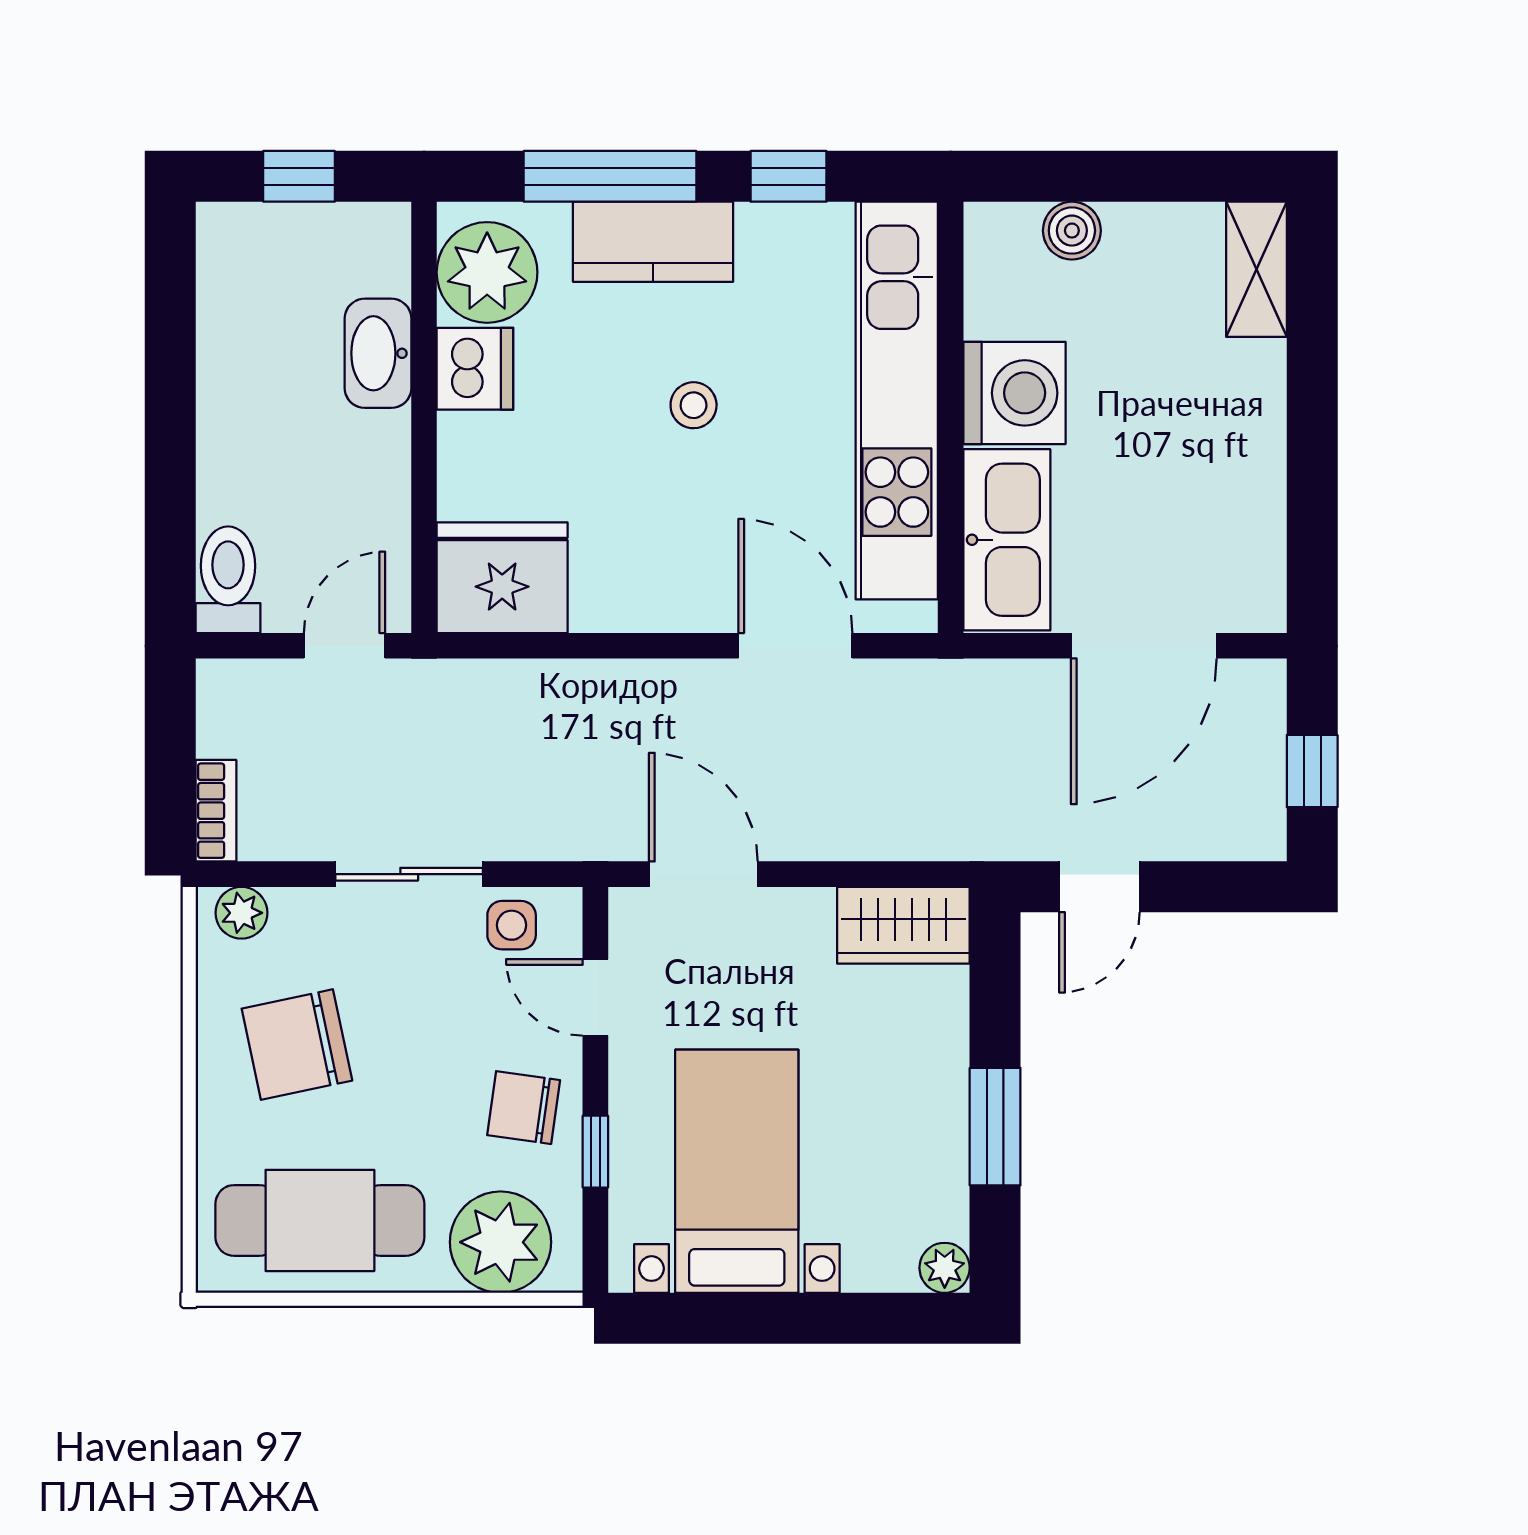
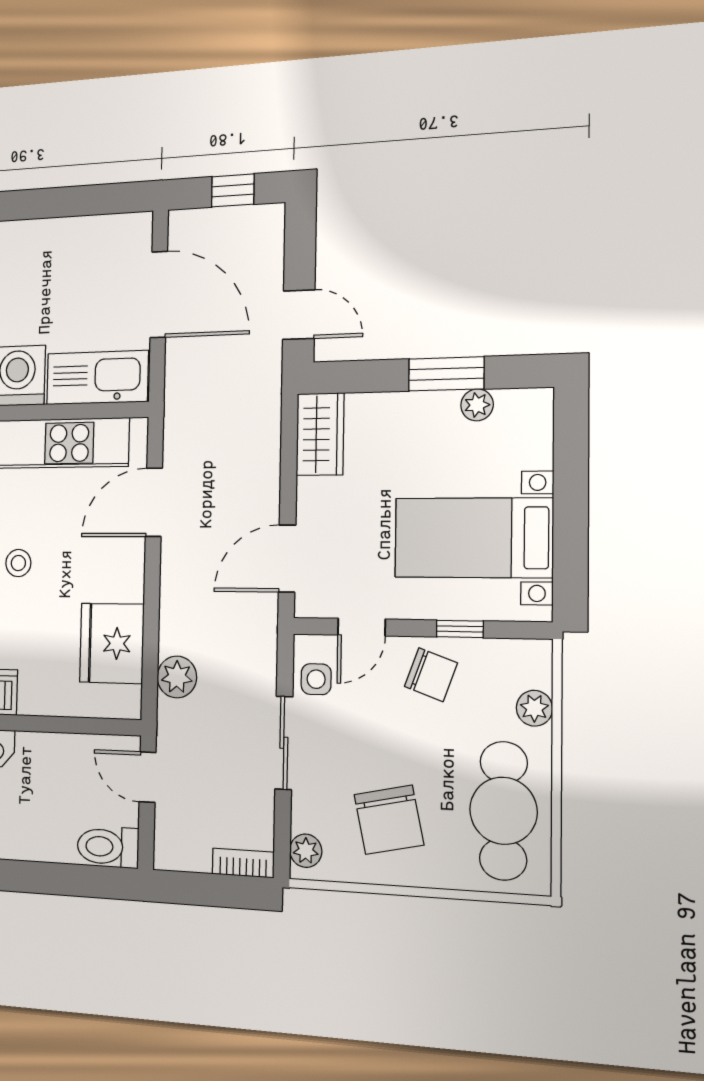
fridge: (502, 578) -> (112, 643), moved
plant: (509, 692) -> (177, 677), added
chair: (524, 1108) -> (431, 675), turned -78
plant: (501, 1242) -> (534, 708), width x0.53, depth x0.53
plant: (945, 1268) -> (477, 405), moved

